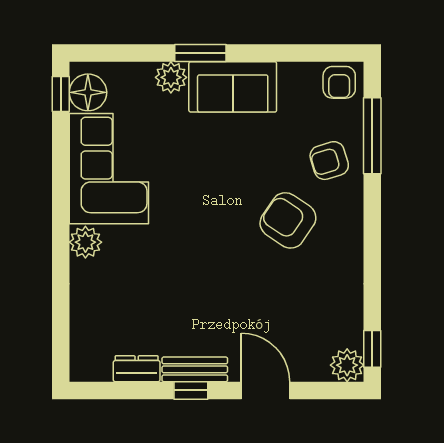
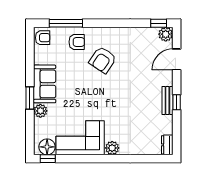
armchair: (329, 161) -> (77, 42), turned -73
dresser: (137, 369) -> (167, 145), moved
door: (266, 390) -> (177, 59), moved

